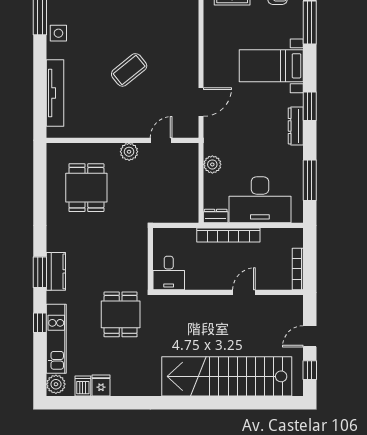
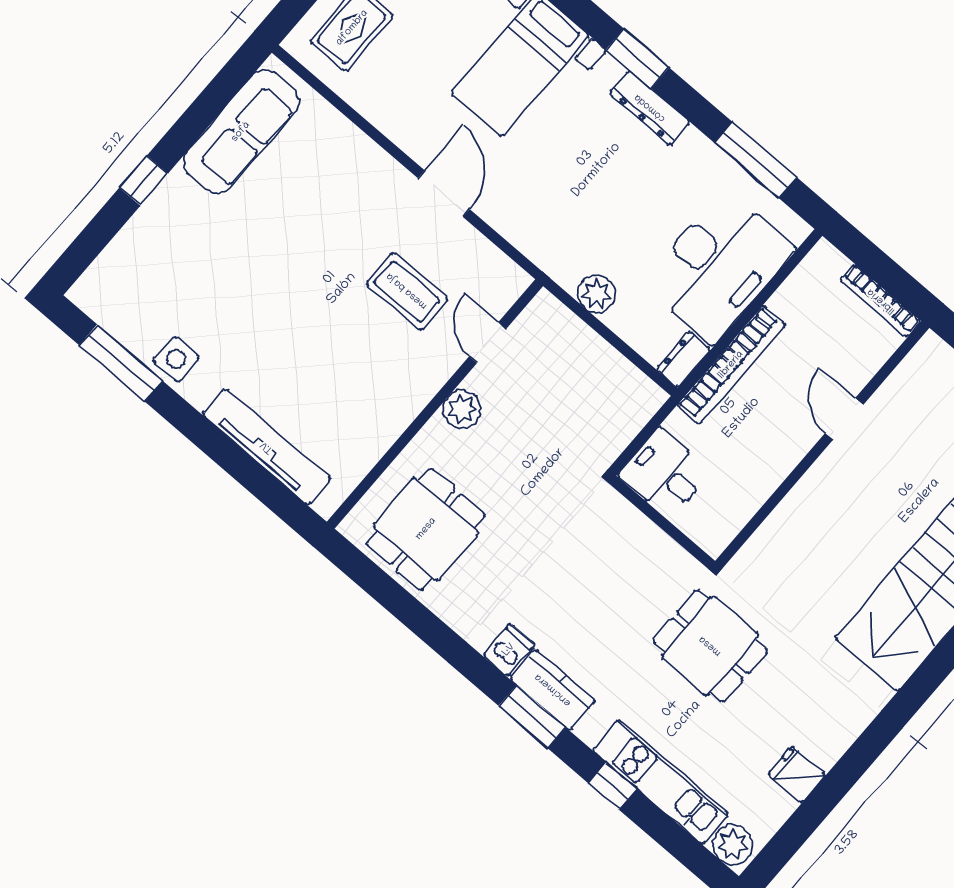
coffee table: (129, 70) -> (407, 291), moved, turned -51
door: (201, 102) -> (444, 194), moved
dining table: (86, 188) -> (426, 529), moved, turned 90
desk: (169, 273) -> (665, 473), moved, turned 180
dishwasher: (83, 386) -> (509, 650), moved, turned 90

